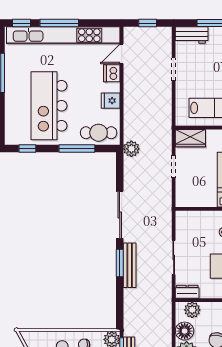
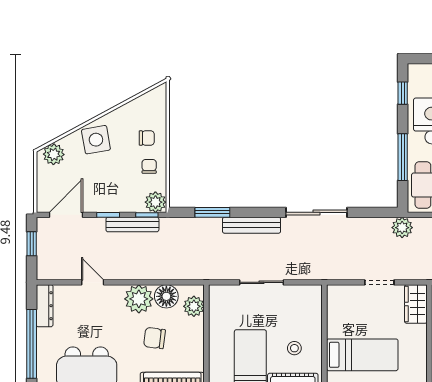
window: (120, 263) -> (212, 212), moved
dresser: (187, 292) -> (217, 300), removed

